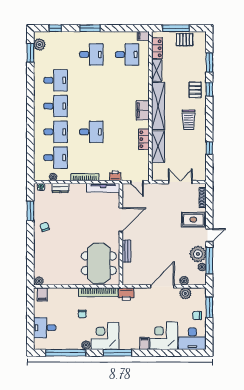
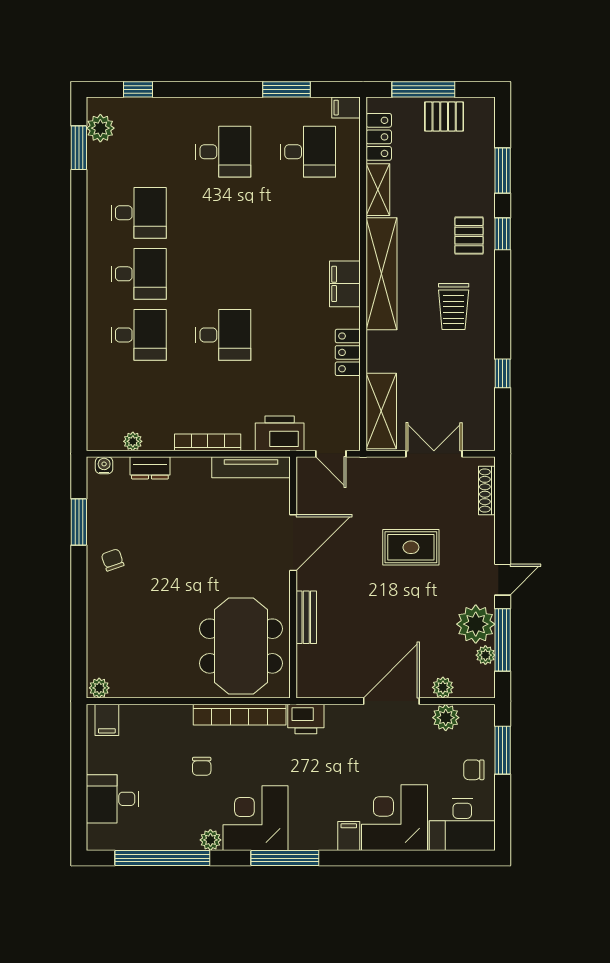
window: (90, 28) -> (287, 89), moved
shelving: (158, 147) -> (381, 411), moved
desk: (56, 158) -> (139, 396), removed
printer: (115, 176) -> (280, 433), width x1.87, depth x1.48
rug: (193, 220) -> (411, 547), moved

